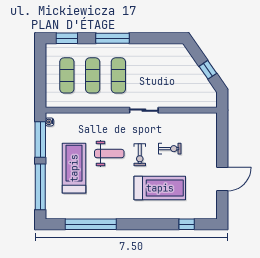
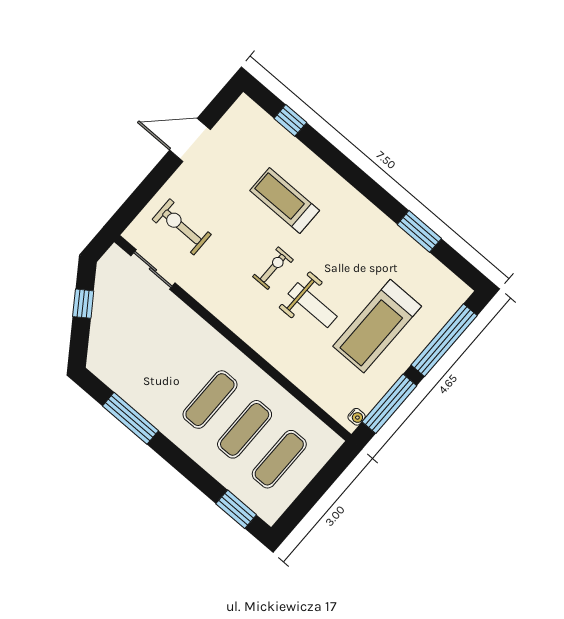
window: (113, 38) -> (131, 418), moved
sliding door: (144, 110) -> (153, 269), moved
exercise bike: (170, 149) -> (182, 227), moved, width x1.38, depth x1.39
weight bench: (109, 154) -> (313, 305), turned 180
treadmill: (160, 188) -> (285, 200), width x0.73, depth x0.73
window: (91, 224) -> (419, 231), width x0.47

